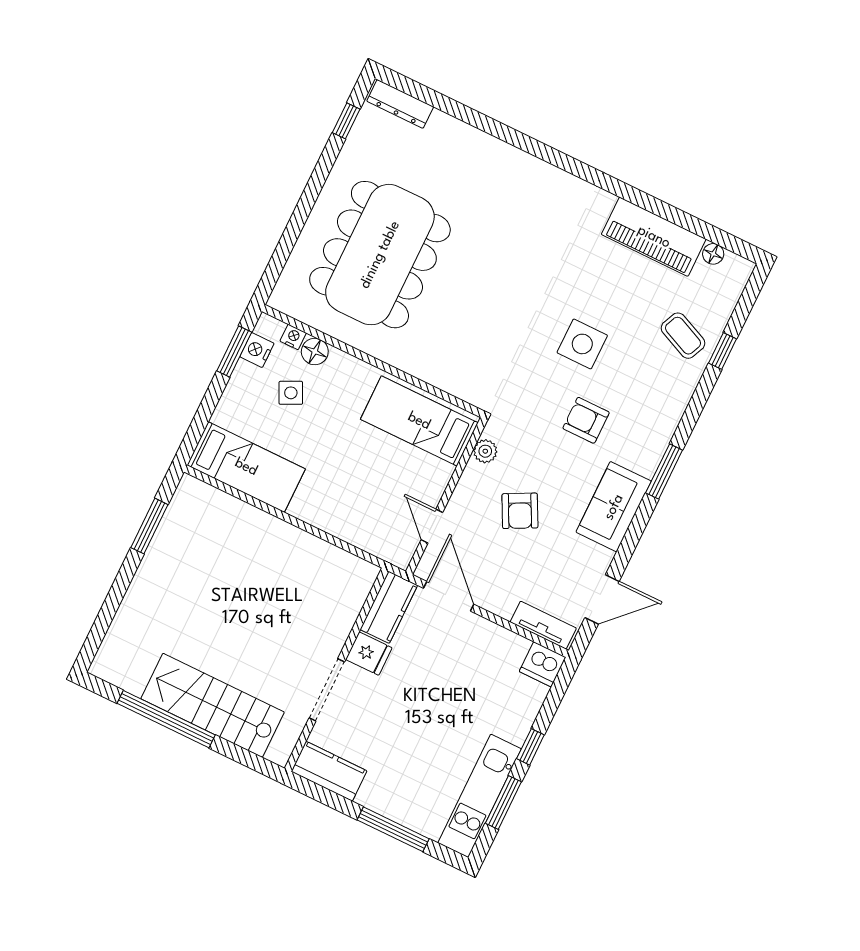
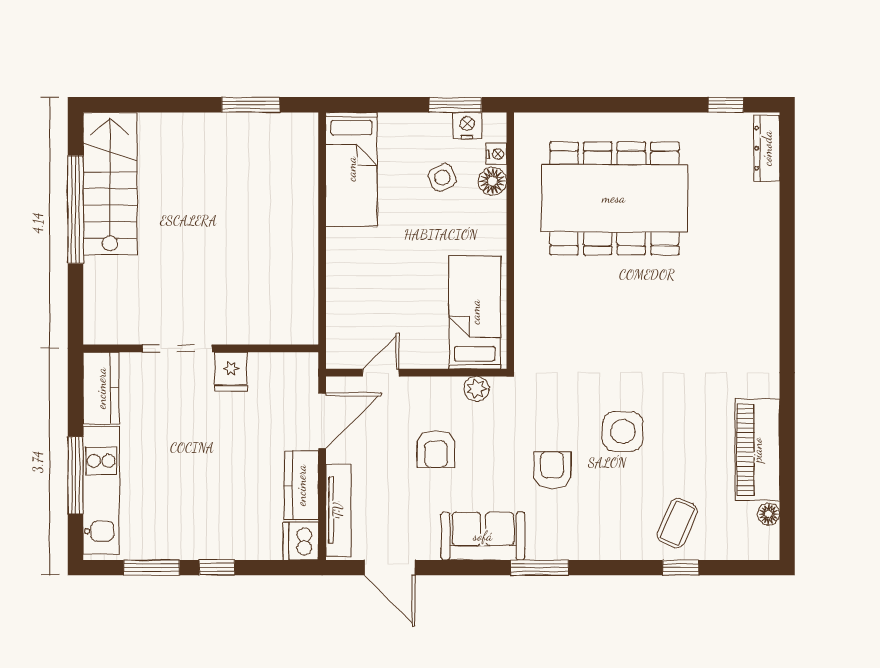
armchair: (520, 511) -> (436, 449), turned -63
kitchen counter: (389, 607) -> (301, 485), moved, turned 90
tv unit: (543, 625) -> (338, 510), width x1.41
stairs: (213, 705) -> (110, 184), moved
kitchen unit: (480, 796) -> (101, 490), moved, turned 90

